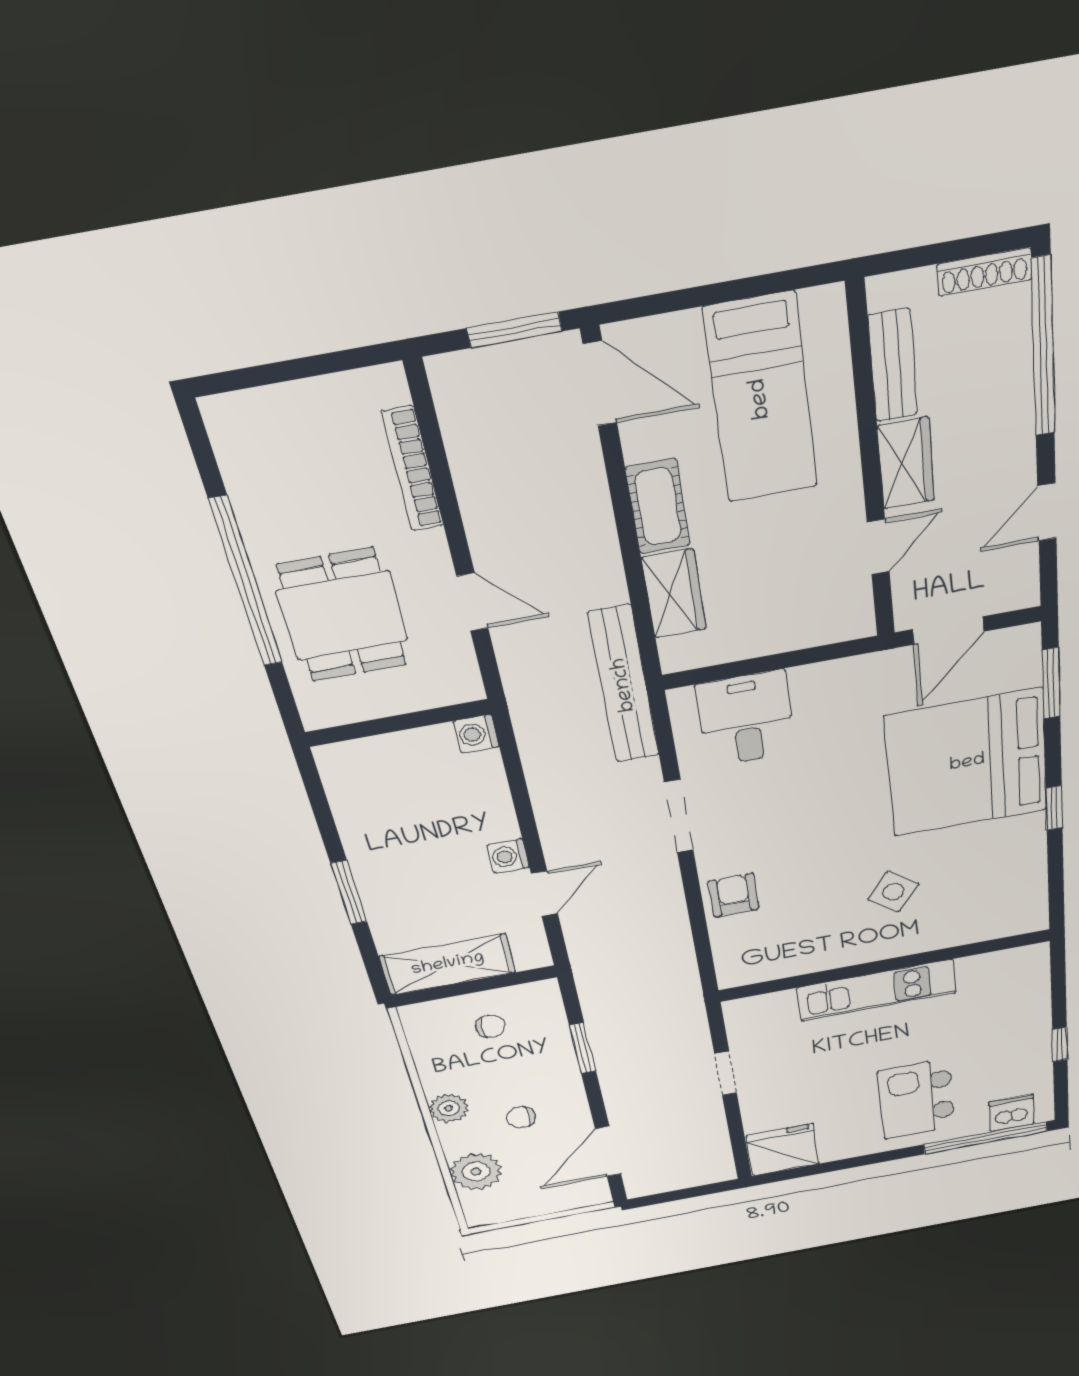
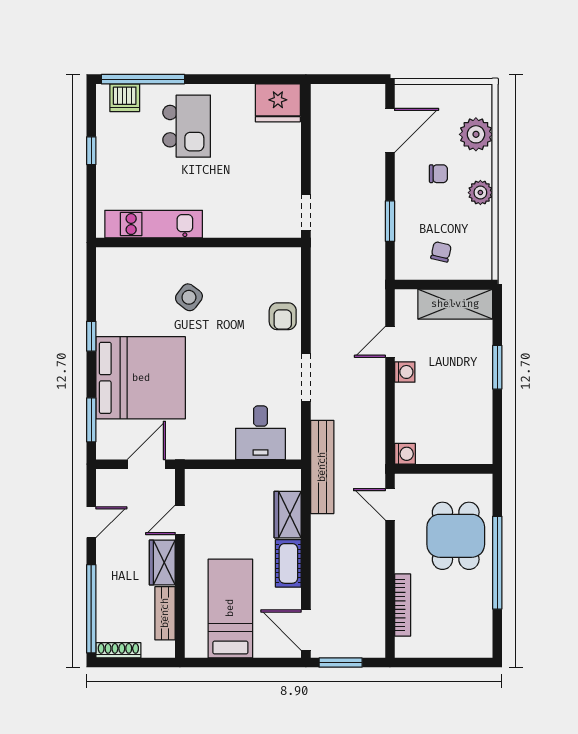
door: (472, 602) -> (390, 504), moved
kitchen unit: (877, 990) -> (154, 224), moved
chair: (490, 1026) -> (441, 252), turned 103
doorway: (726, 1073) -> (306, 212), moved

